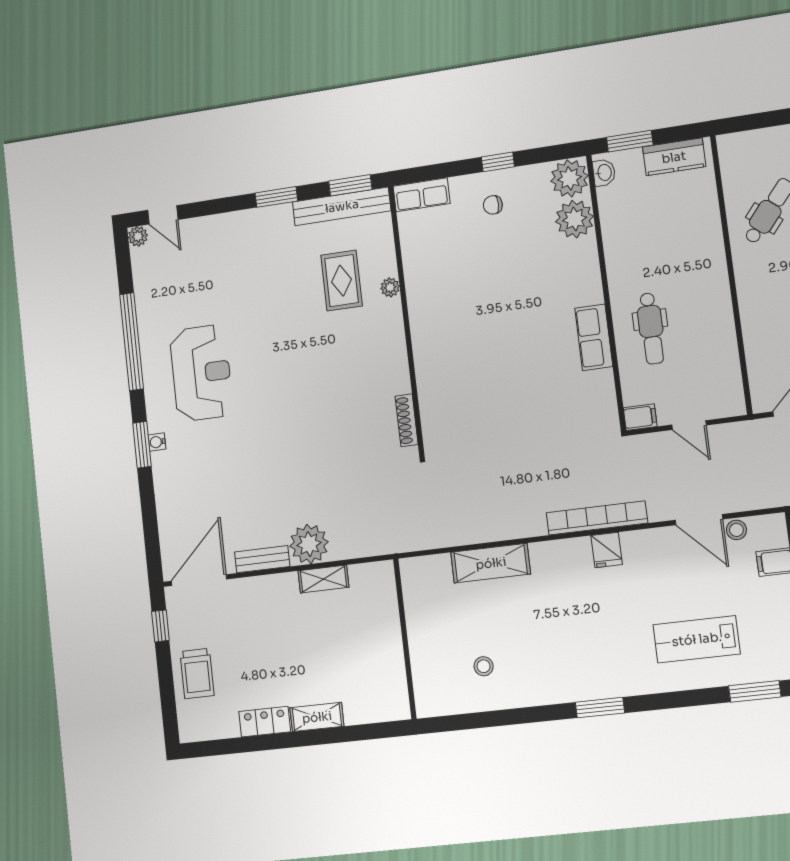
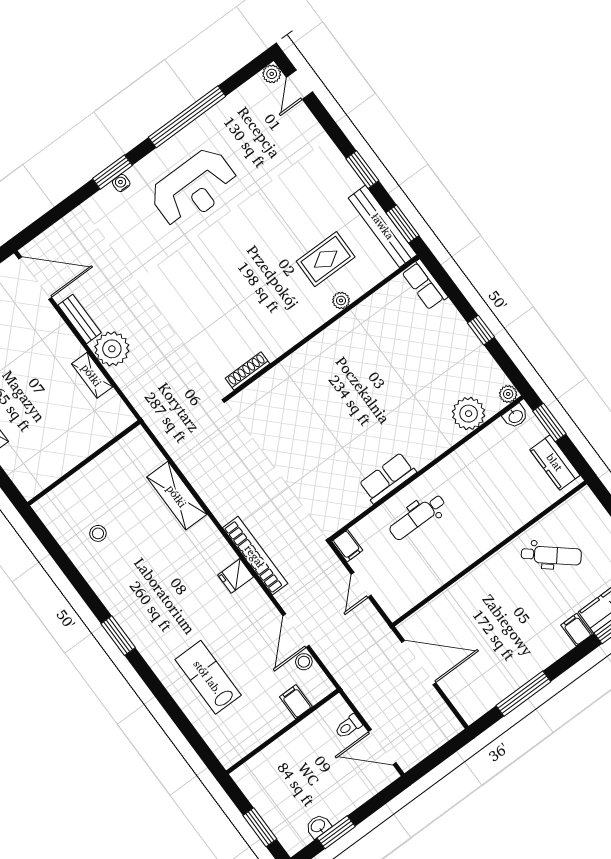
plant: (570, 178) -> (508, 394), width x0.53, depth x0.53
chair: (493, 205) -> (446, 345), removed
window: (755, 691) -> (195, 739), removed

